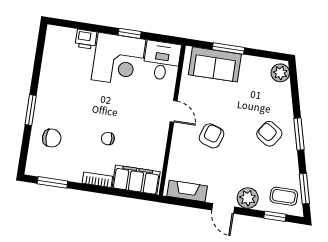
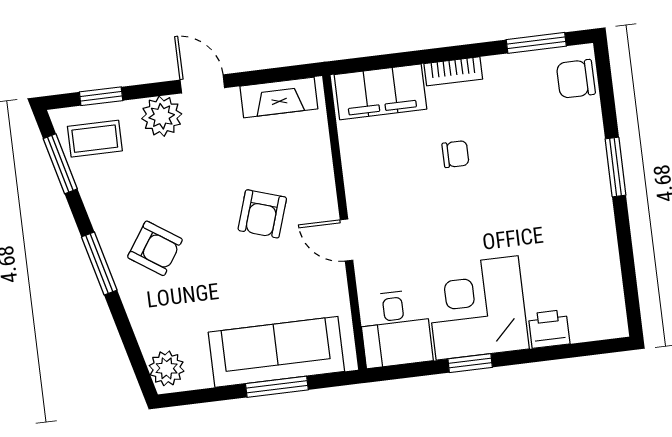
sofa: (215, 64) -> (276, 352), width x1.36
chair: (52, 138) -> (576, 79), moved

